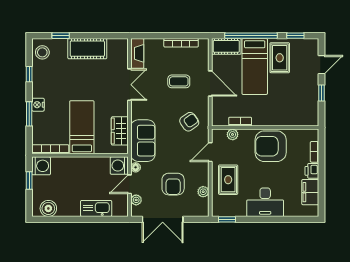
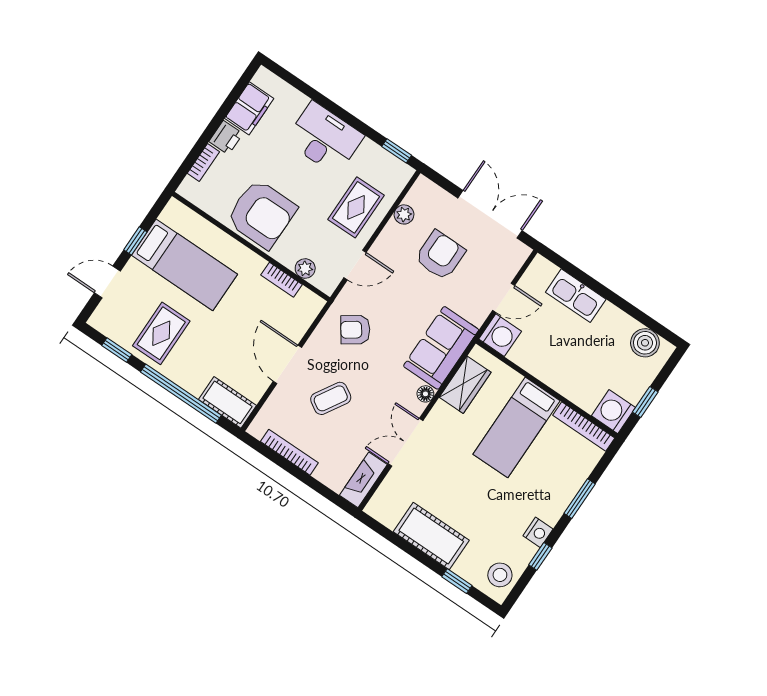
bed: (255, 66) -> (184, 265), moved, turned 90
coffee table: (179, 81) -> (331, 398), turned -59
nightstand: (38, 105) -> (538, 532), moved
floor lamp: (136, 167) -> (425, 394), moved
plant: (136, 200) -> (509, 269), removed

